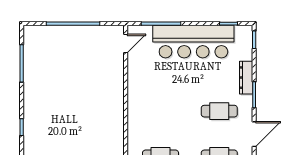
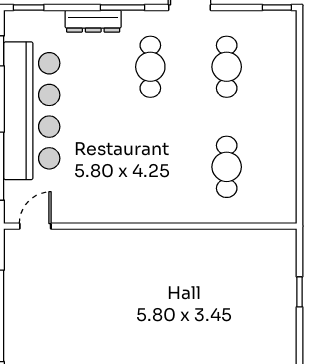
door: (126, 44) -> (35, 226), hinge flipped

